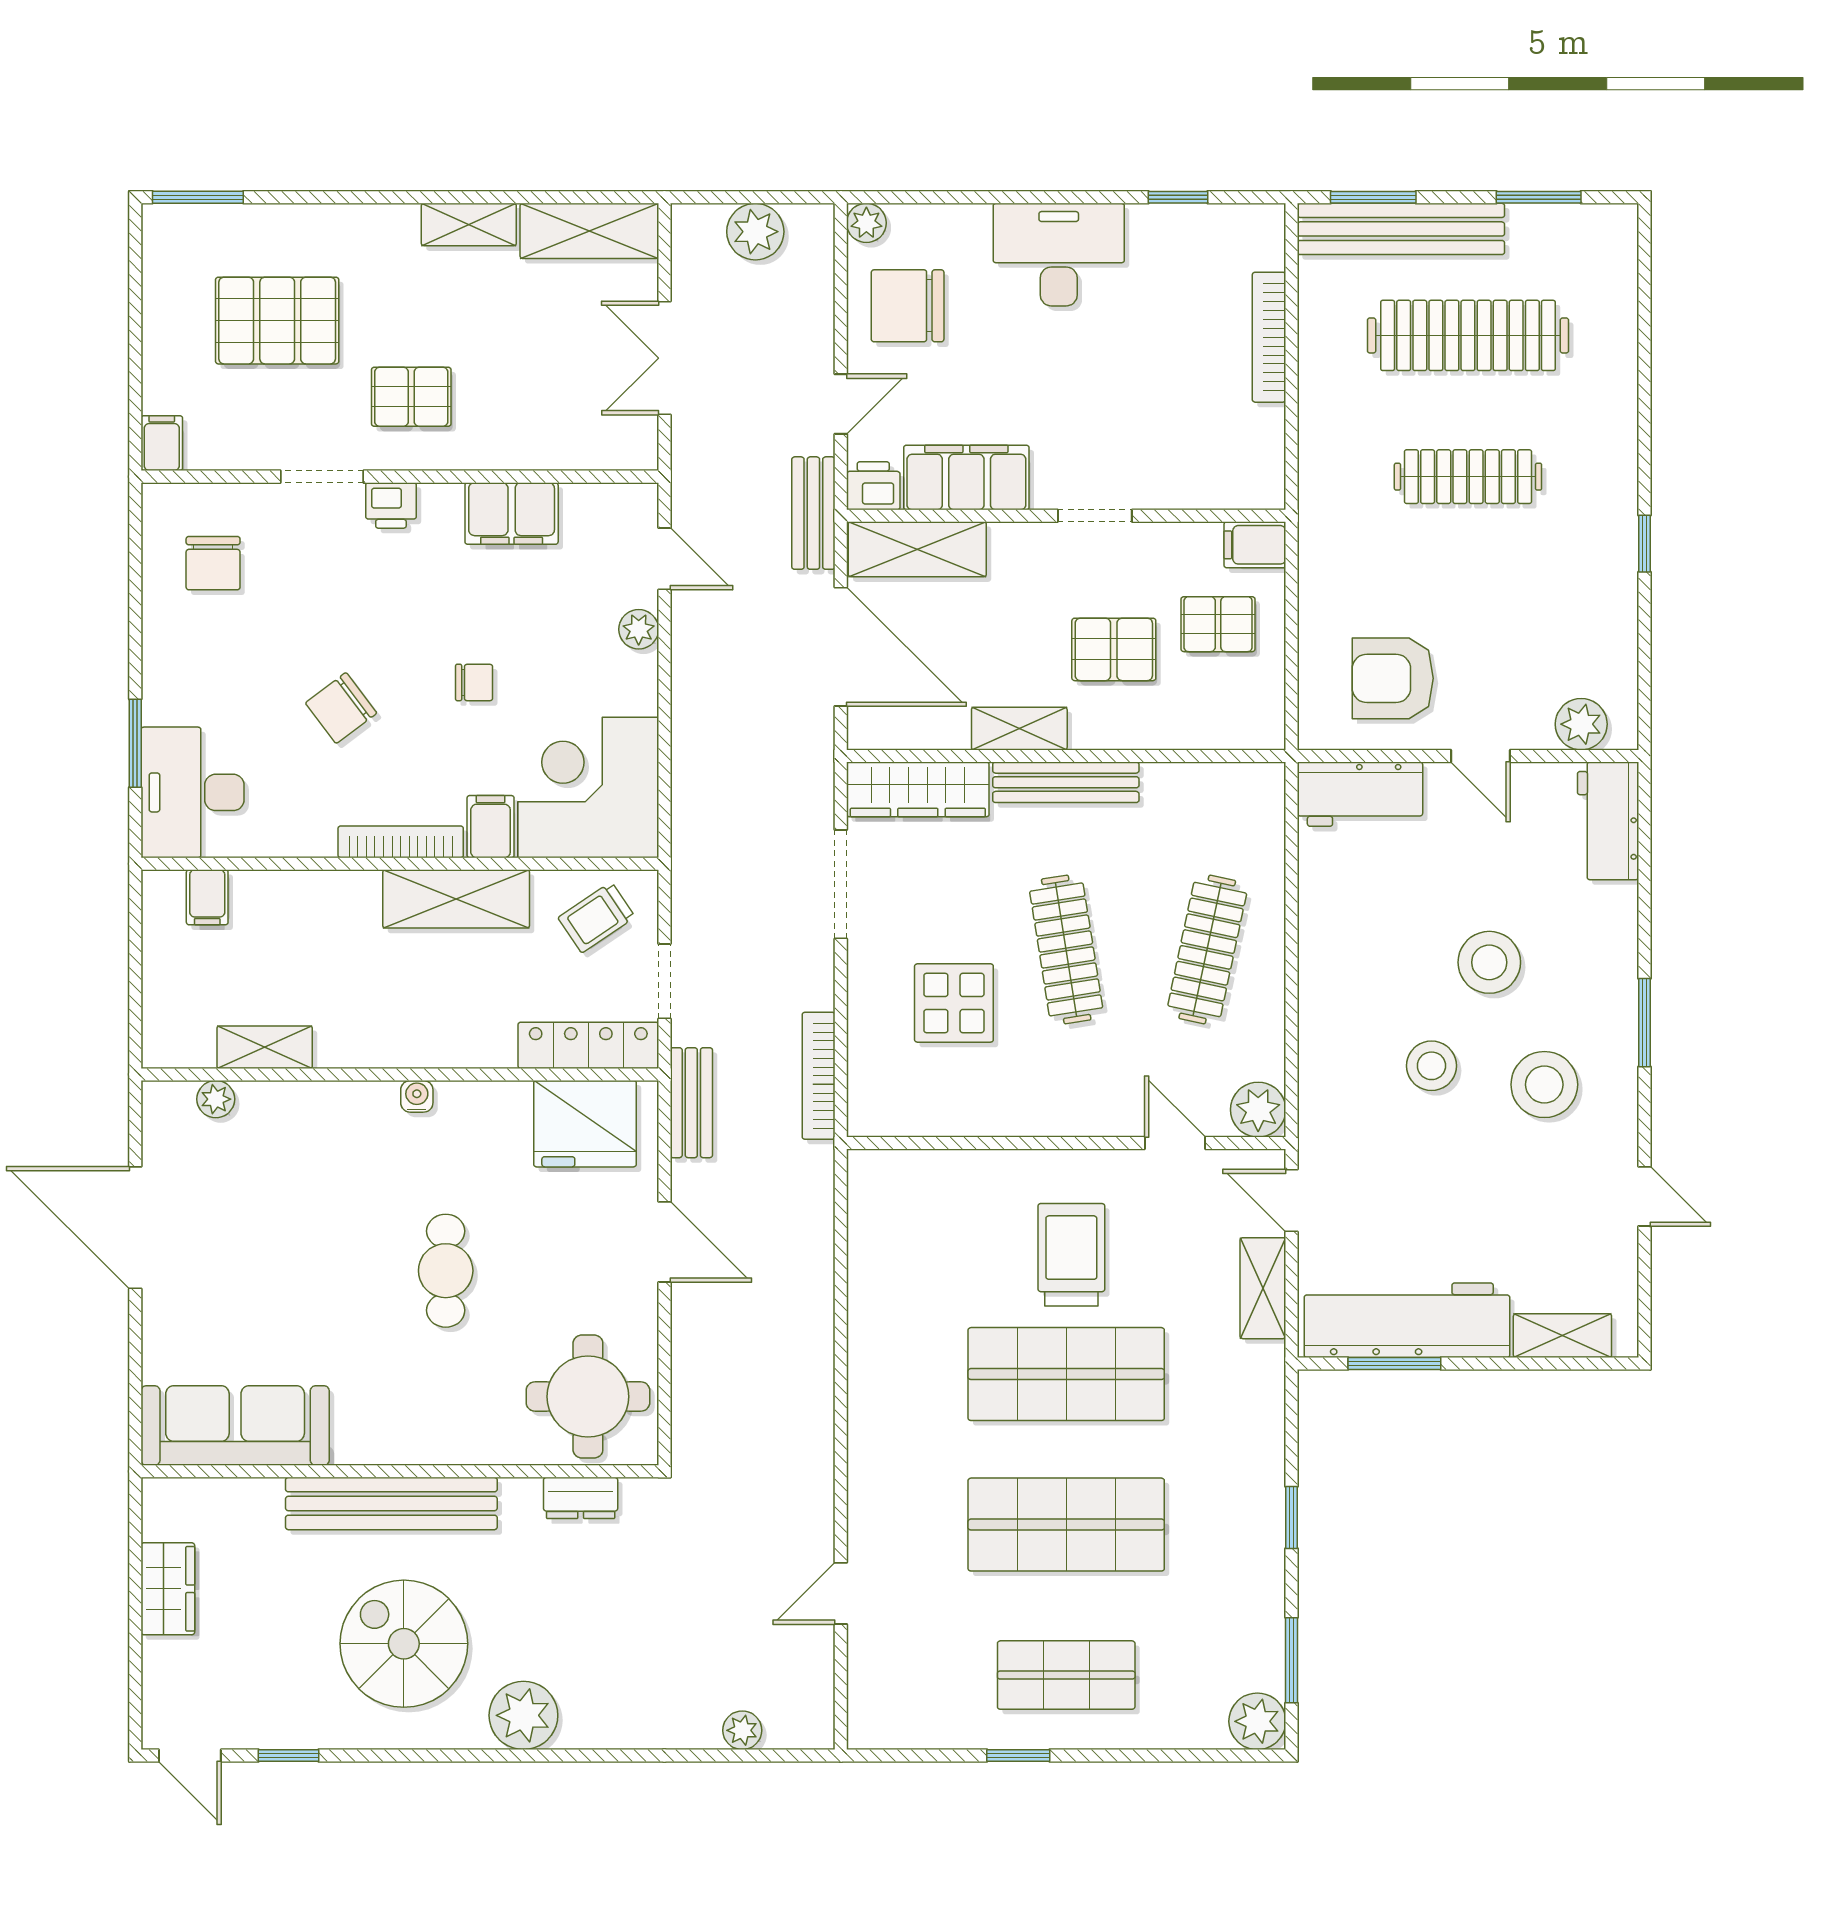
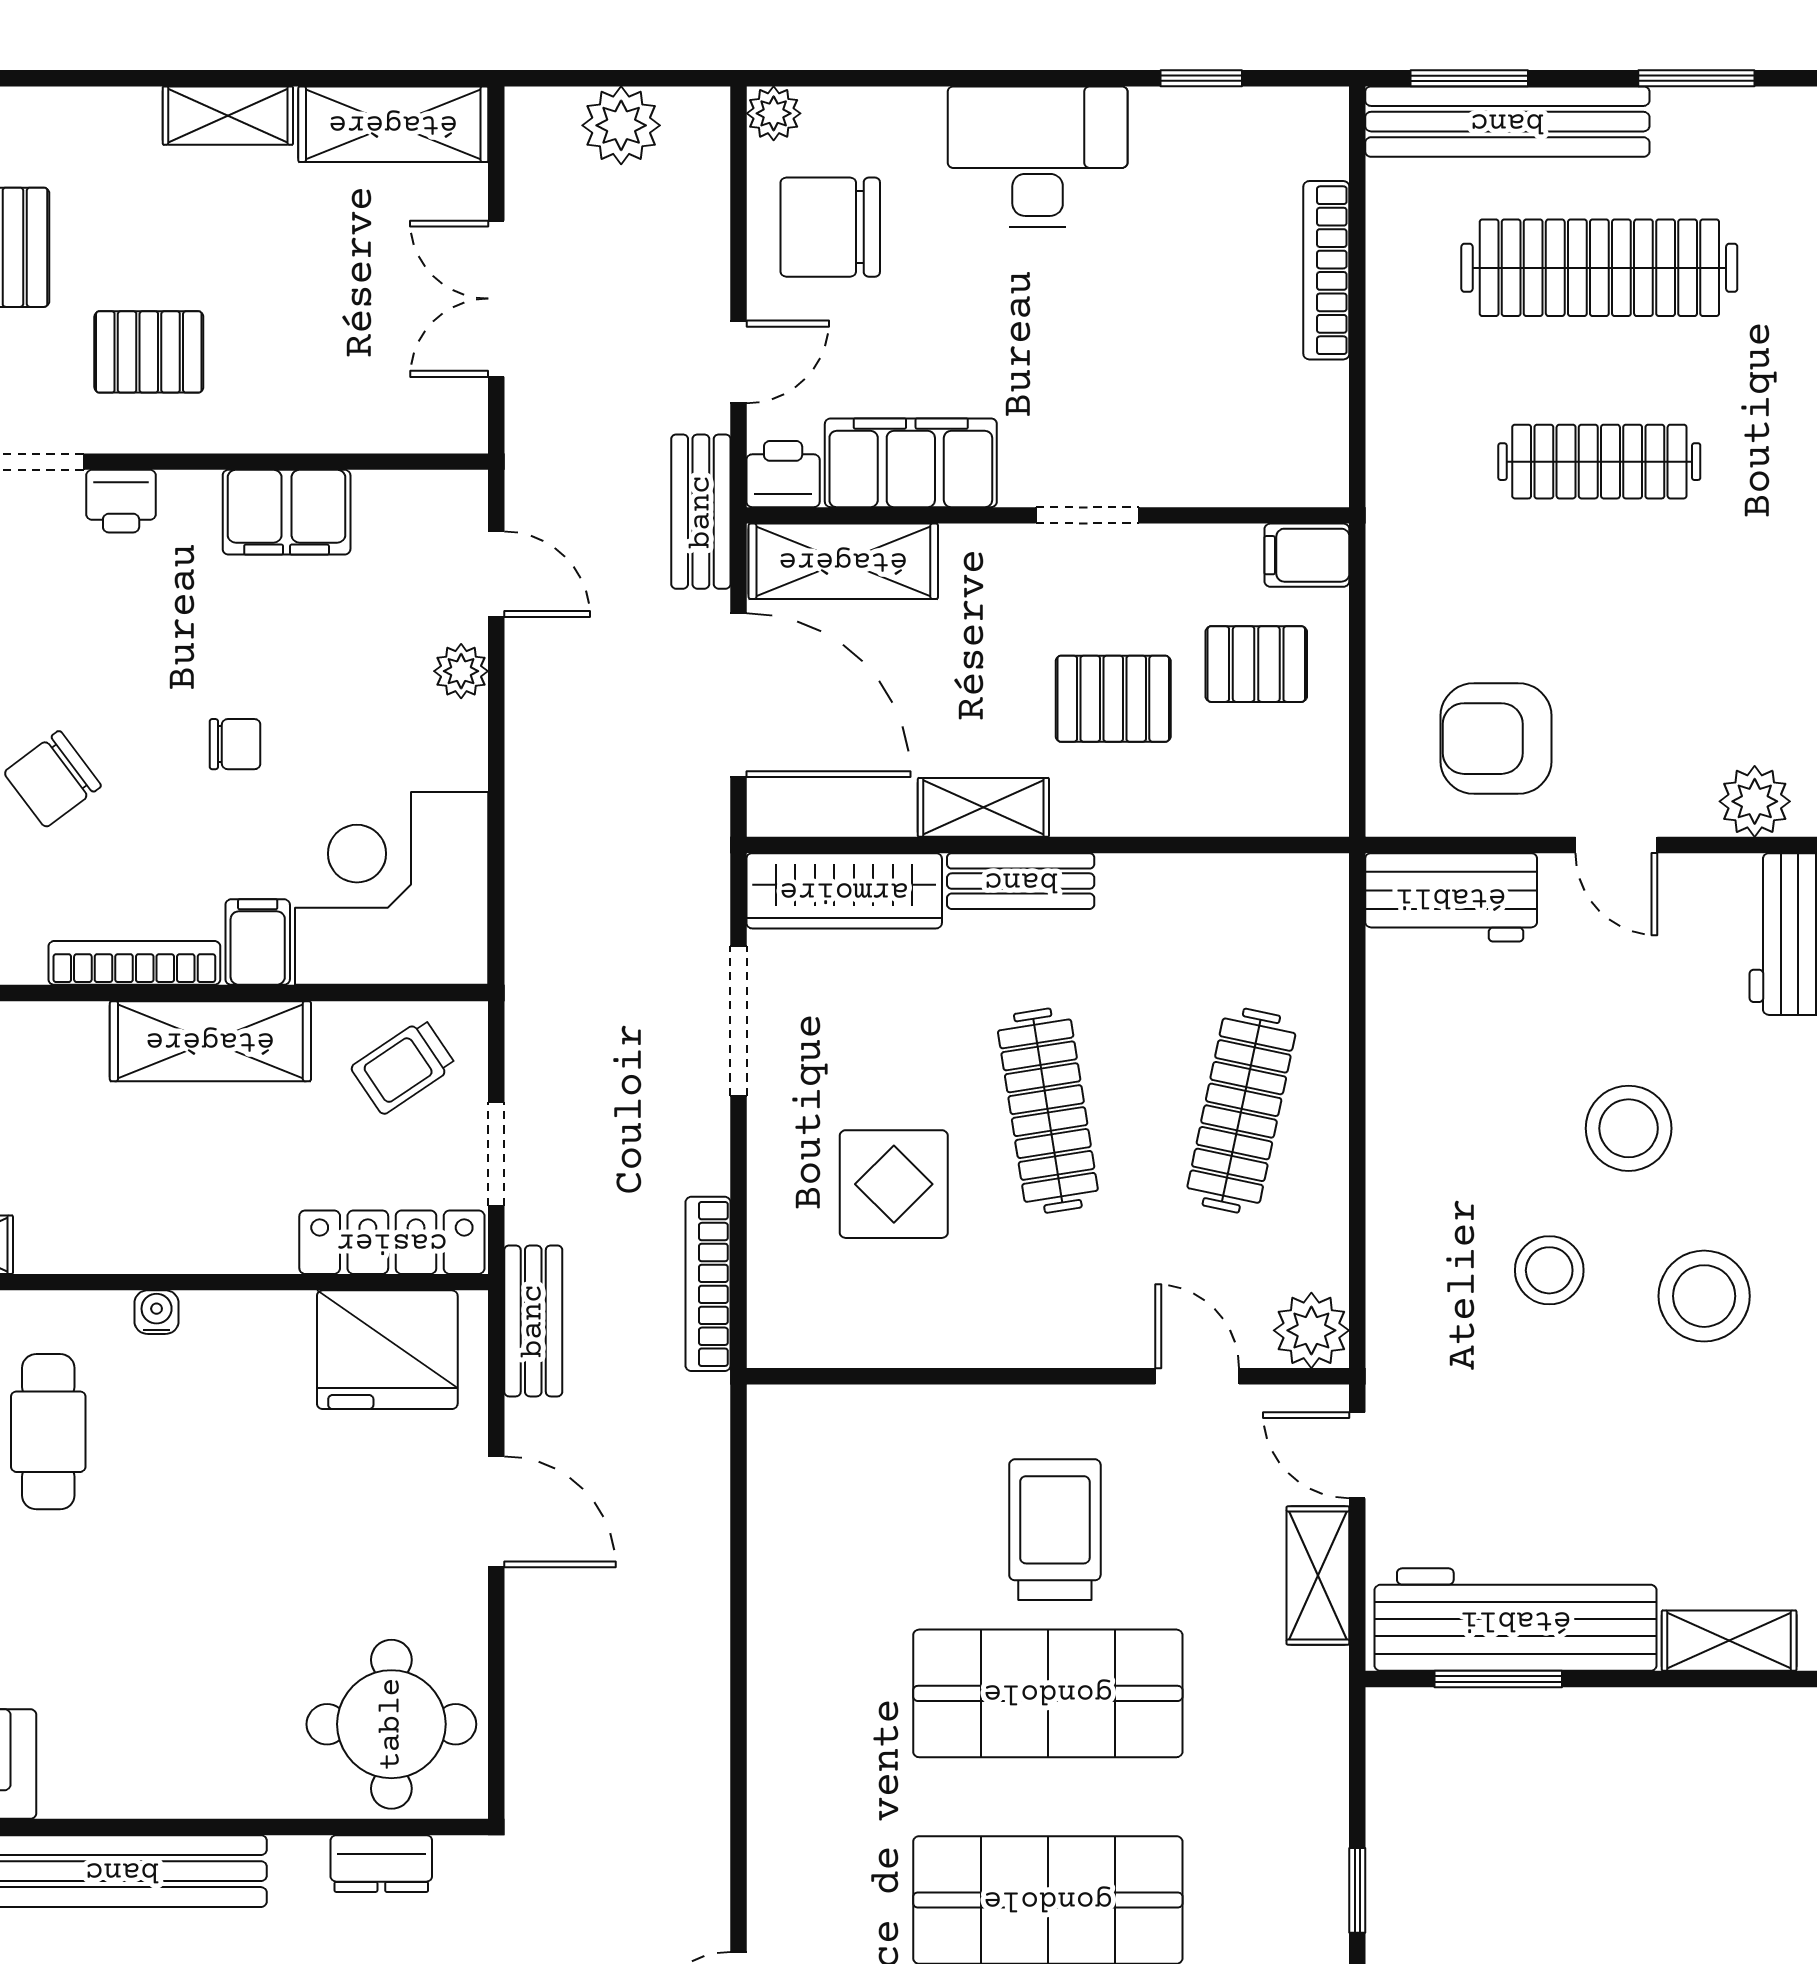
bench: (1066, 782) -> (1021, 881), width x0.73
cafe table: (446, 1271) -> (48, 1432), moved

